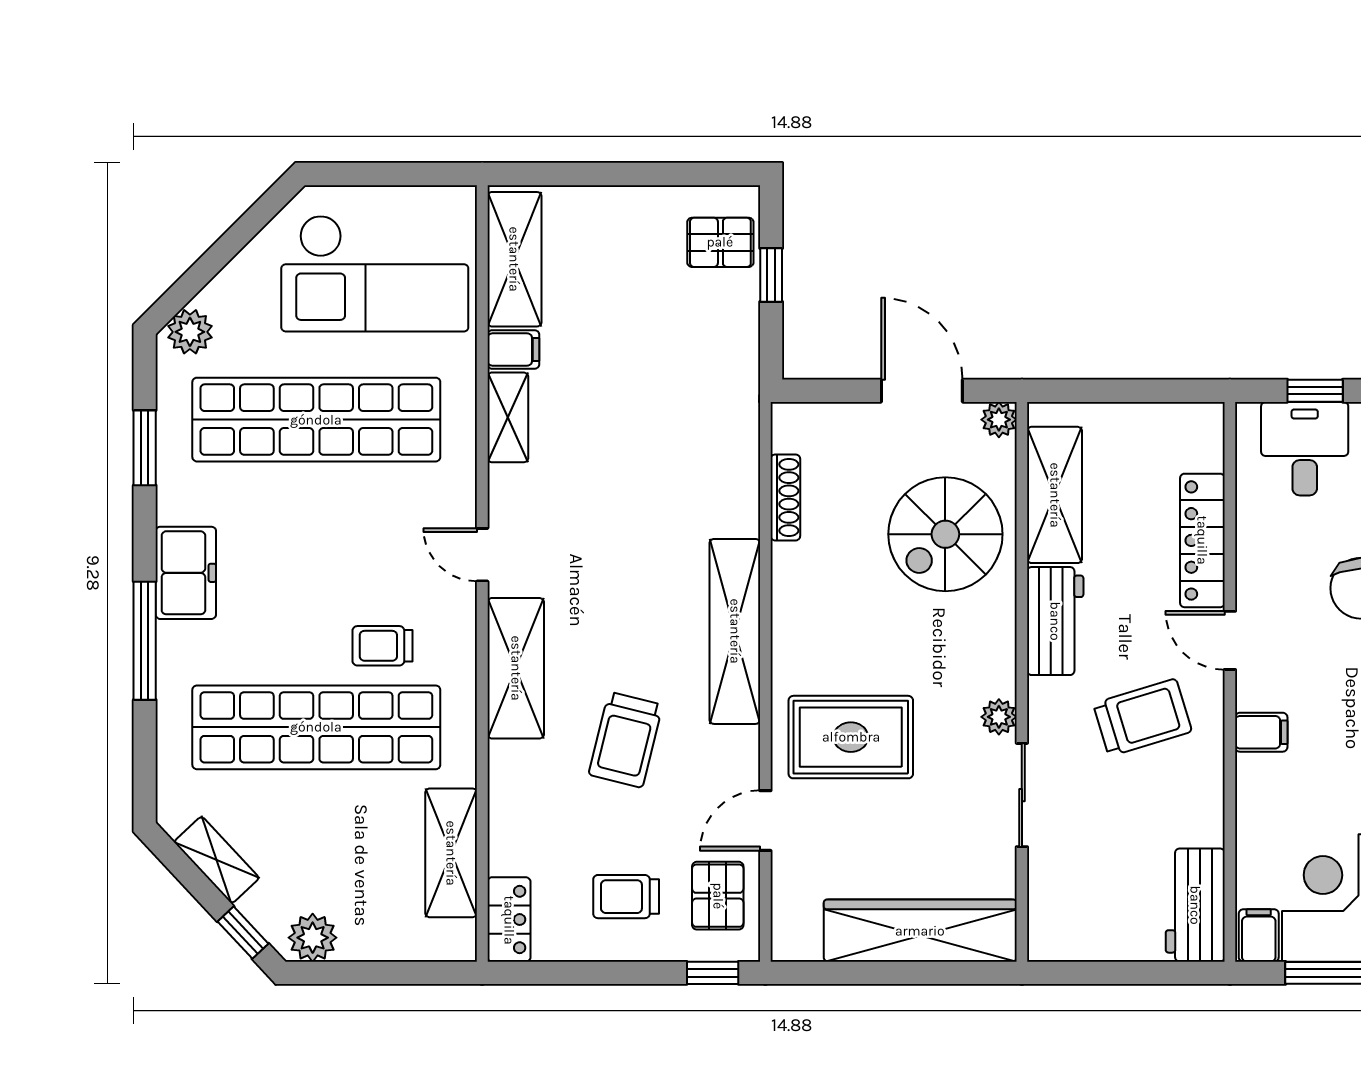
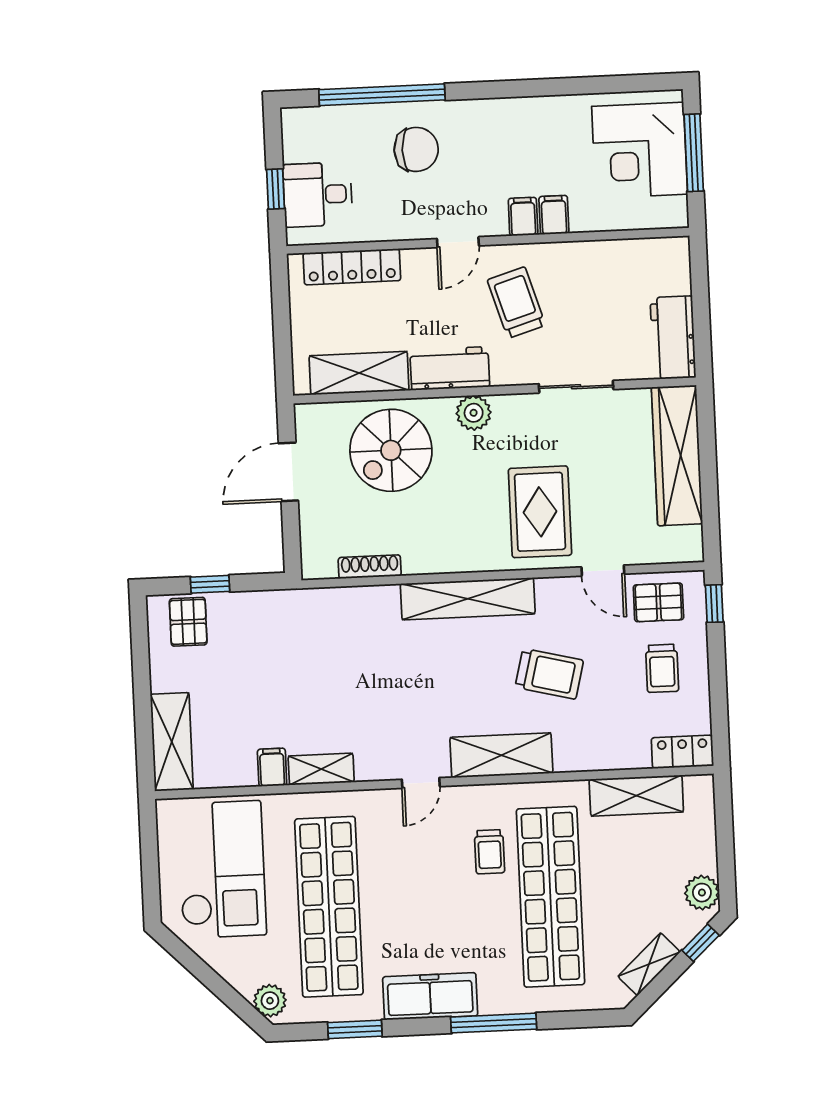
shelving: (514, 259) -> (172, 742), moved, turned 90
plant: (999, 420) -> (307, 416), removed
spiral stairs: (945, 534) -> (391, 450), turned 90
locker: (1202, 540) -> (352, 267), moved
freezer: (186, 573) -> (430, 996), width x1.40
plant: (999, 717) -> (474, 413), moved, width x1.38, depth x1.38
workbench: (1195, 905) -> (673, 338), moved, turned 90
filing cabinet: (1259, 935) -> (554, 215), moved, turned 90

